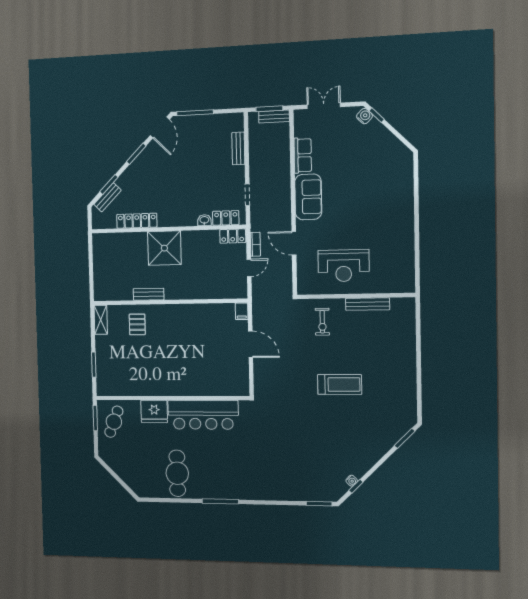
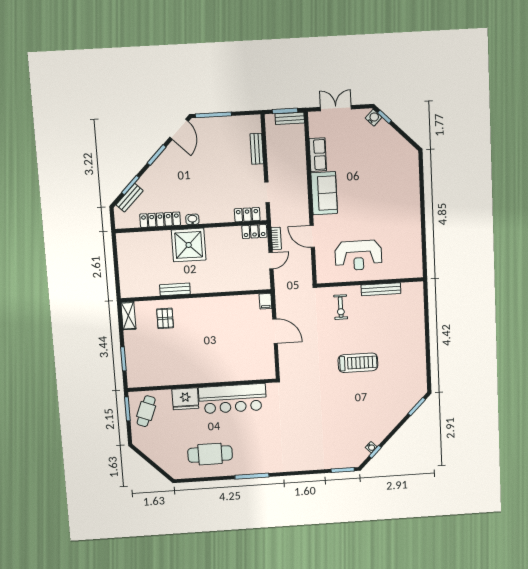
washbasin: (204, 220) -> (192, 219), moved
cafe table: (177, 473) -> (210, 454), turned 90

